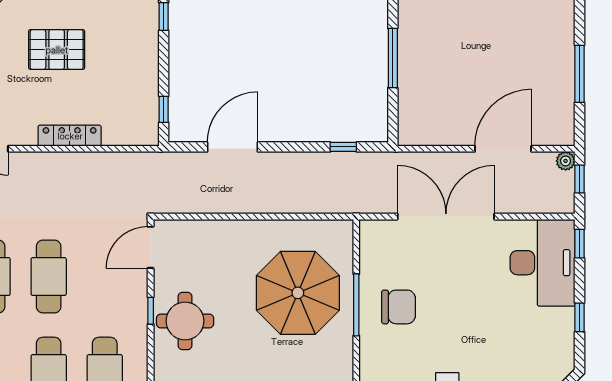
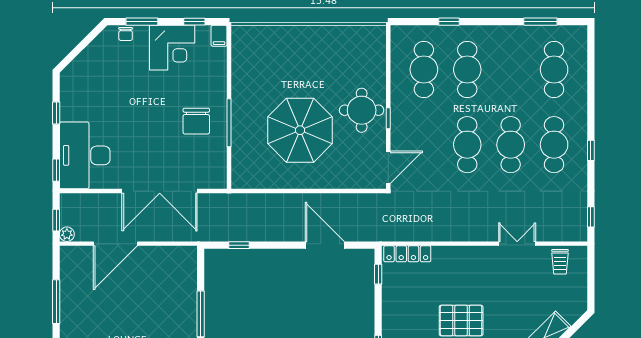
locker: (70, 136) -> (407, 254), moved
door: (233, 147) -> (325, 245), swing flipped
parasol: (298, 293) -> (300, 130), moved
chair: (399, 307) -> (196, 121), turned -90

